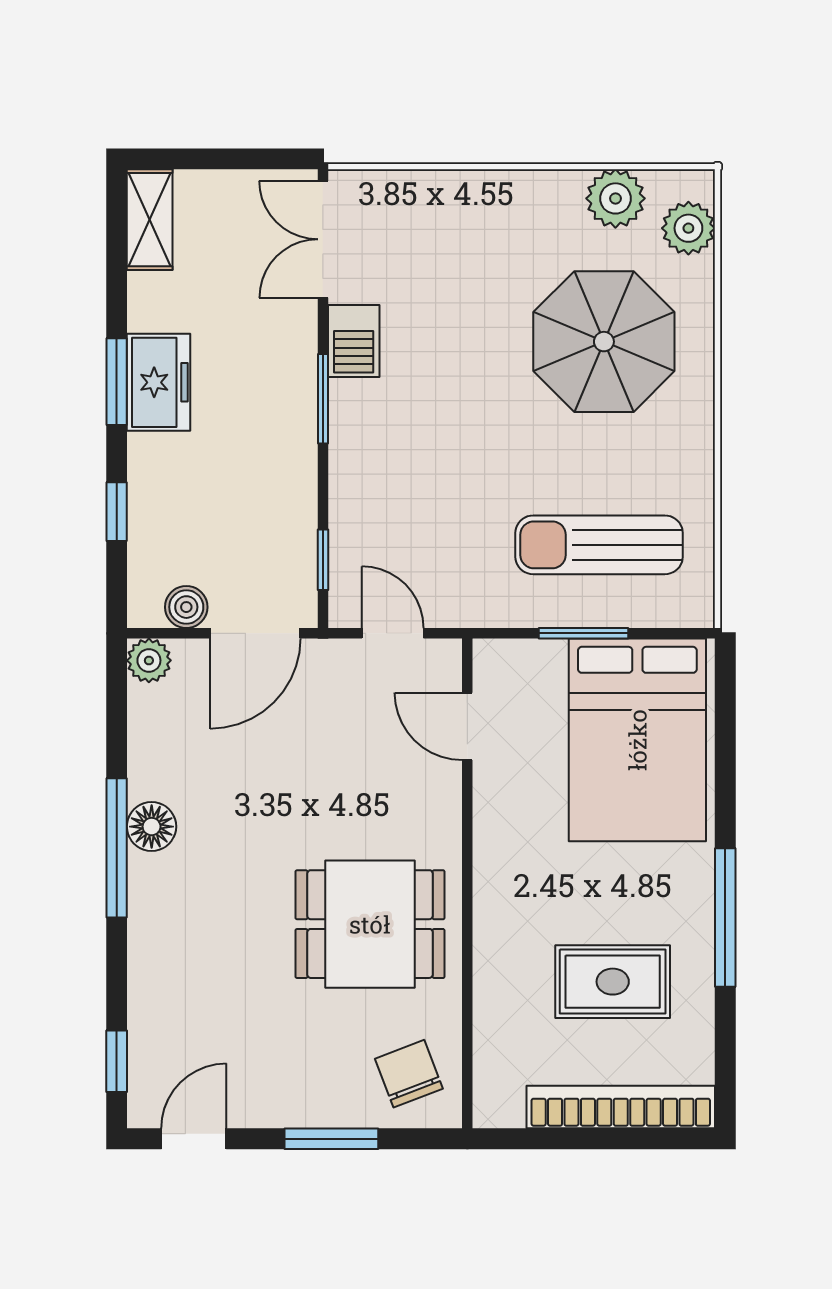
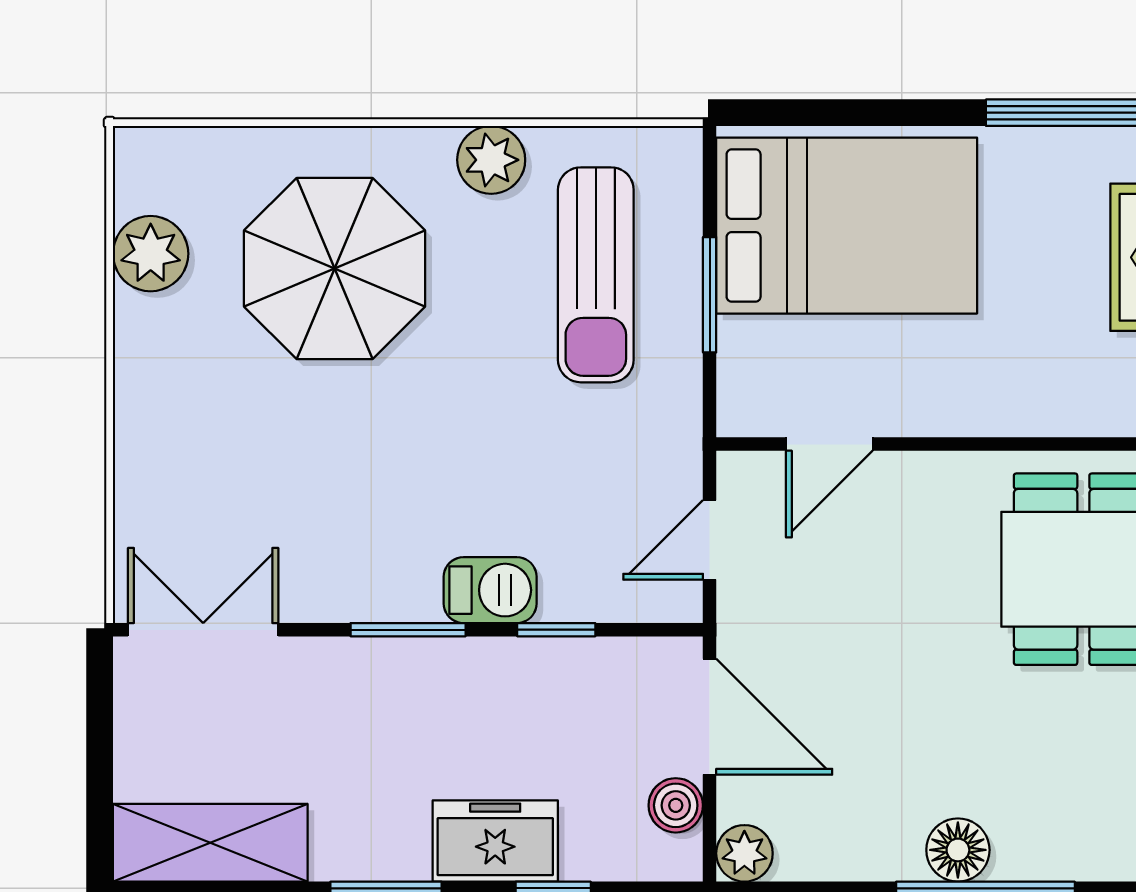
shelving: (150, 220) -> (210, 843), width x1.50, depth x1.33
plant: (688, 228) -> (491, 160), moved
double door: (323, 239) -> (203, 630), swing flipped
barbecue: (354, 341) -> (490, 590), moved
freezer: (159, 382) -> (495, 841), moved
window: (323, 560) -> (556, 630), moved

